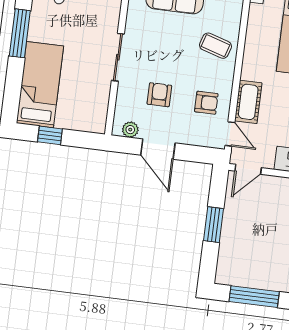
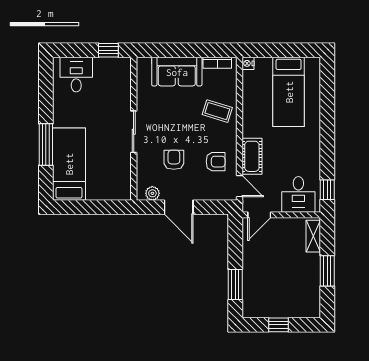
window: (20, 33) -> (46, 144), moved
window: (50, 135) -> (83, 207), removed
window: (214, 225) -> (235, 284), moved
window: (254, 297) -> (278, 325), width x0.46

